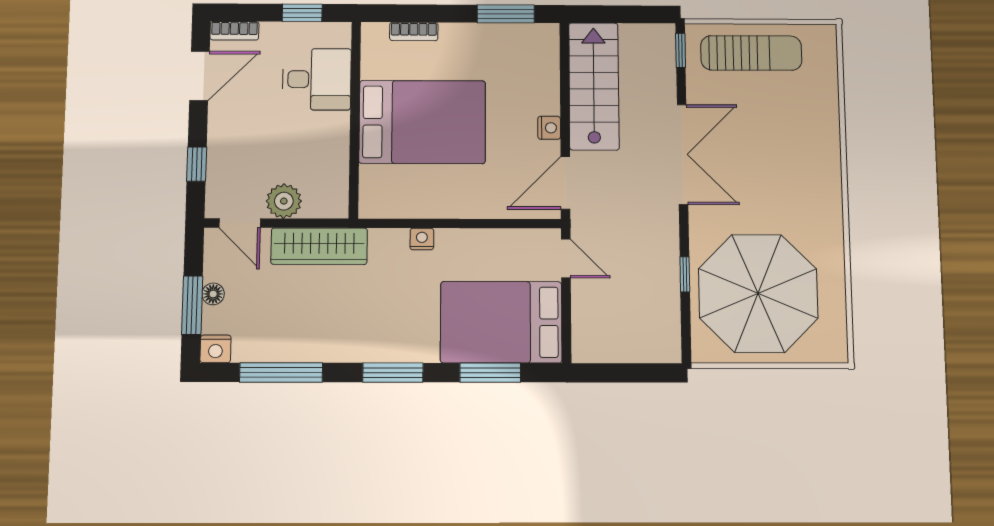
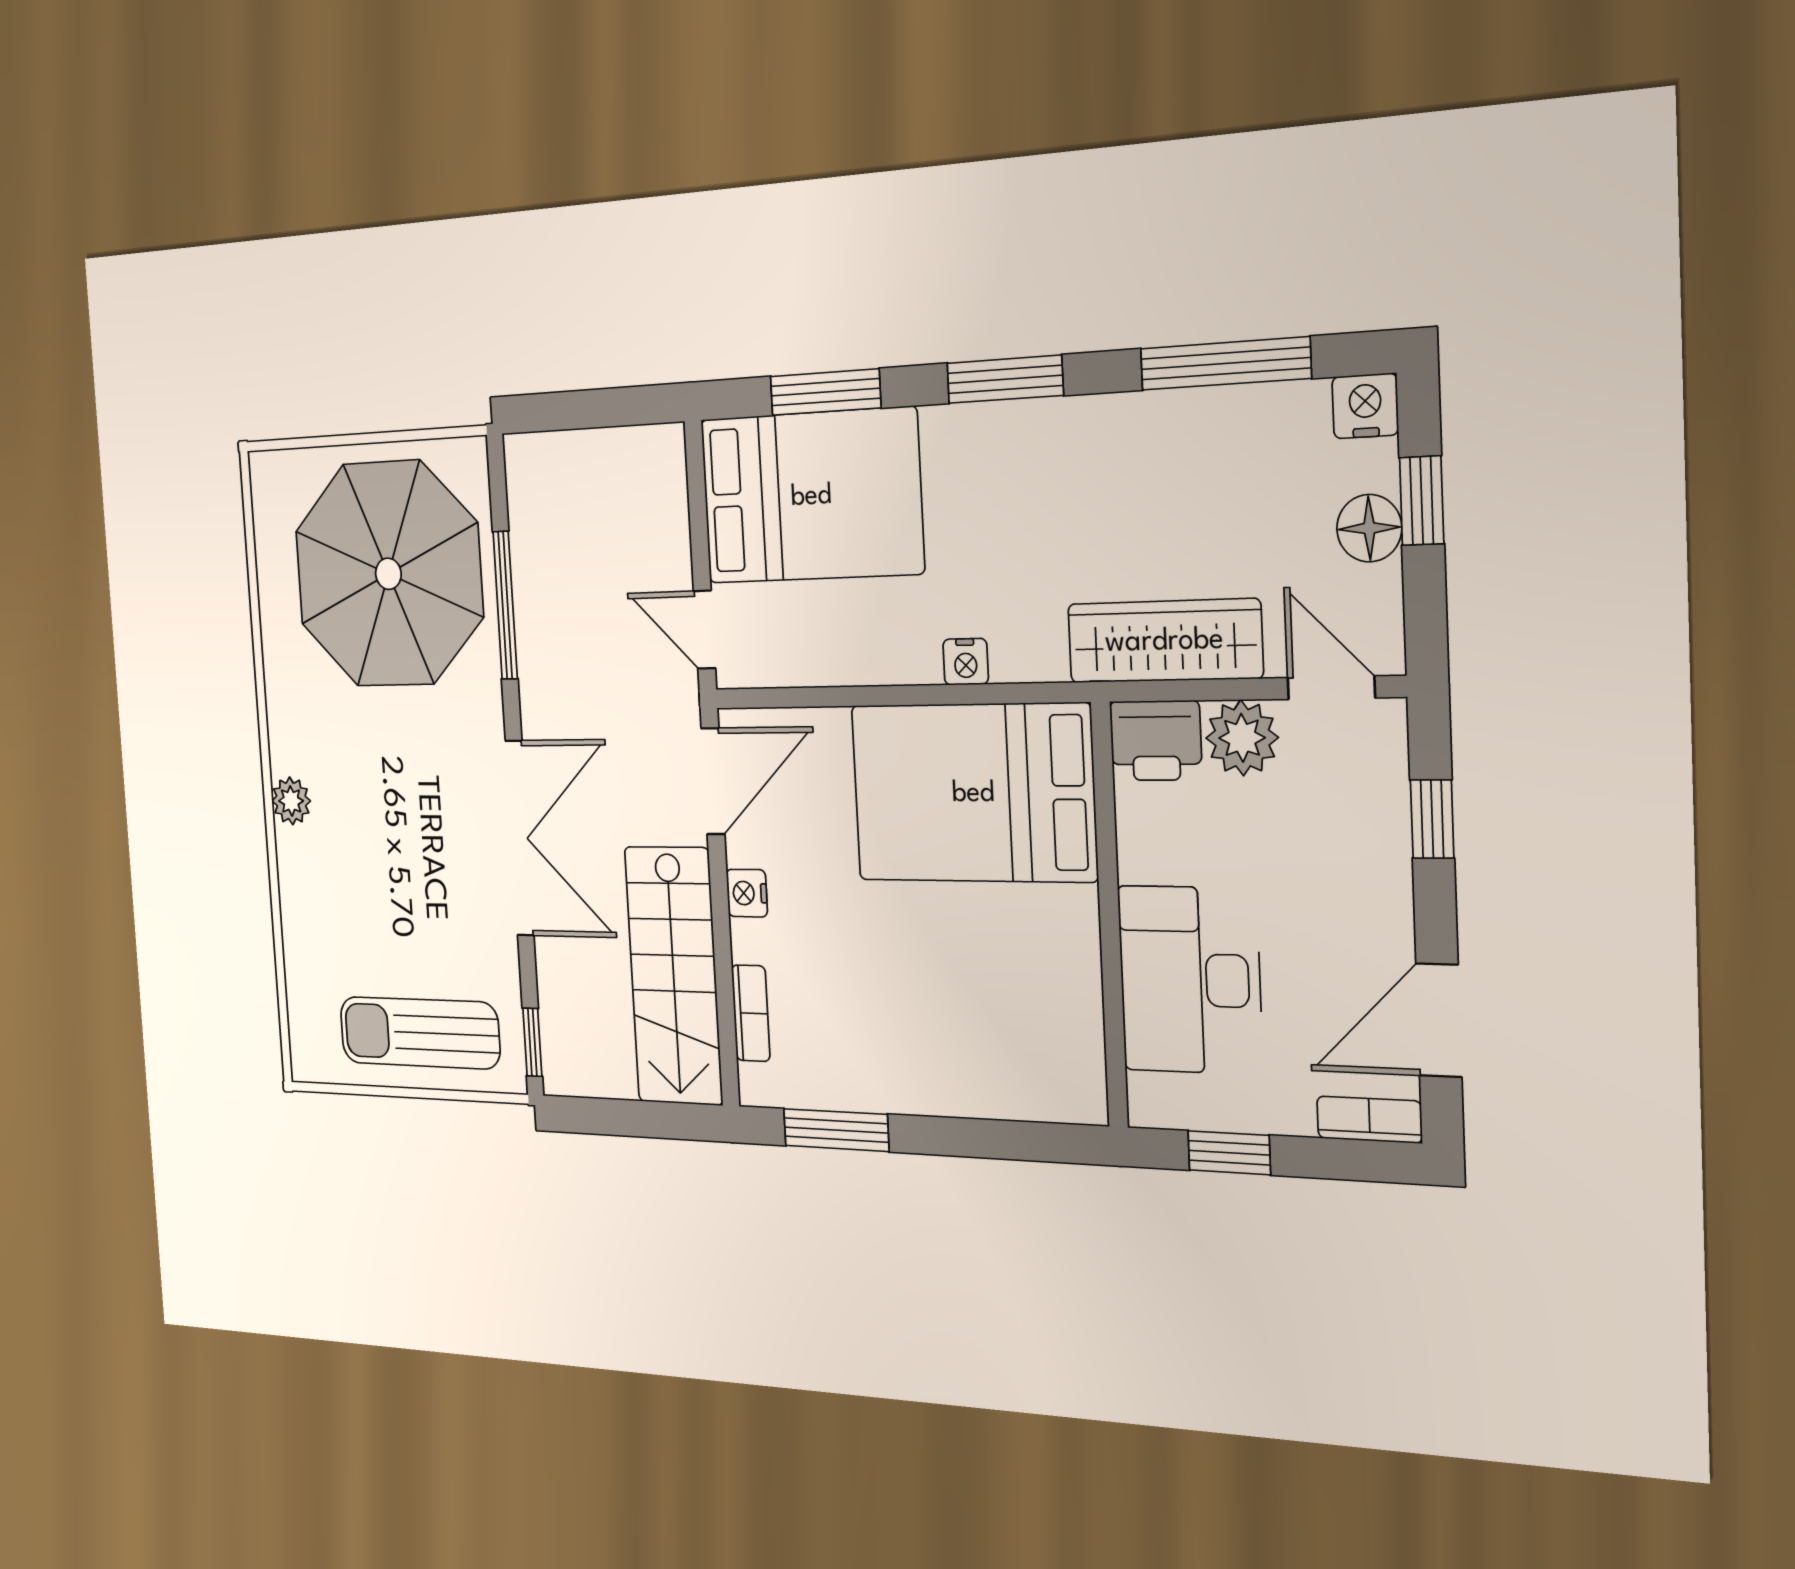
bookcase: (414, 31) -> (751, 1013), moved, turned 90
desk: (317, 79) -> (1190, 980), width x1.37
bed: (422, 122) -> (973, 793), moved
double door: (683, 154) -> (520, 838), swing flipped
plant: (829, 174) -> (291, 801), added
printer: (326, 200) -> (1156, 741), added
window: (685, 274) -> (505, 605), width x2.17
floor lamp: (213, 294) -> (1369, 528), width x1.37, depth x1.37
window: (192, 305) -> (1422, 501), width x0.67

